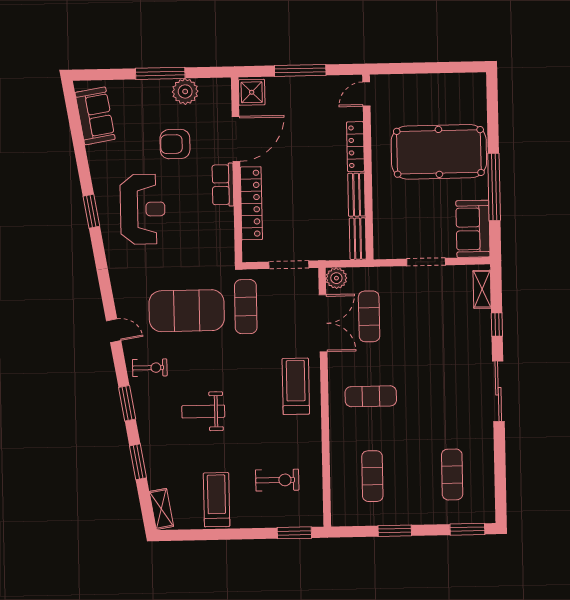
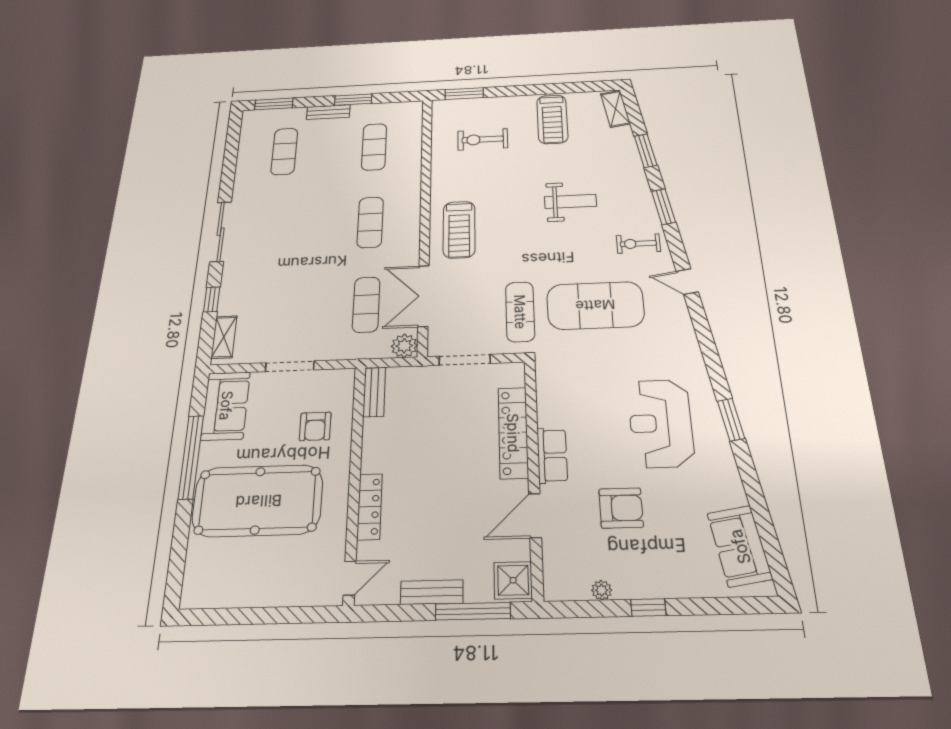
window: (300, 70) -> (473, 611), moved
window: (160, 73) -> (648, 608), width x0.46
plant: (185, 91) -> (602, 590), width x0.53, depth x0.53
door: (236, 139) -> (535, 516), width x0.73
bench: (357, 195) -> (432, 592), moved, turned 90
armchair: (401, 211) -> (315, 426), added
exercise mat: (371, 396) -> (370, 222), turned 90
bench: (416, 517) -> (328, 112), added

